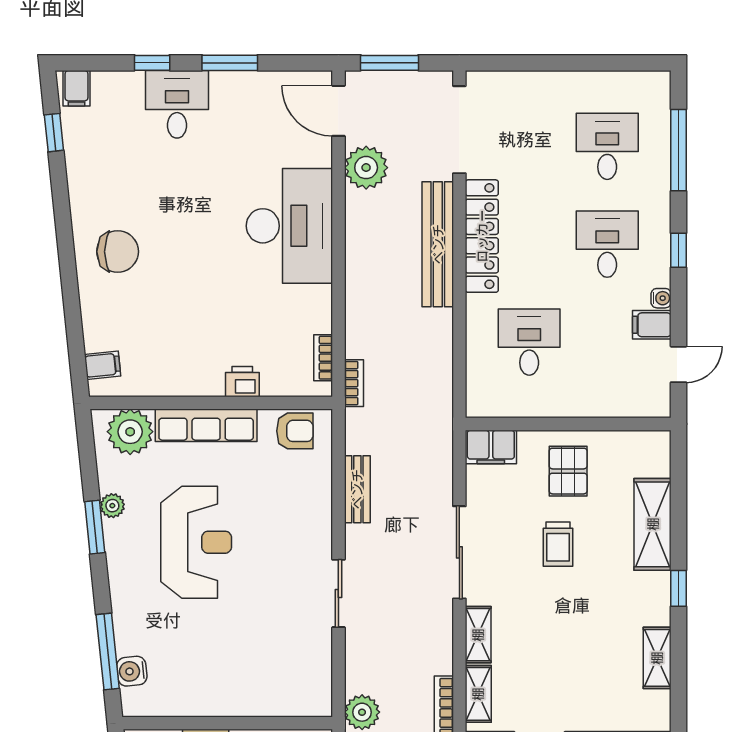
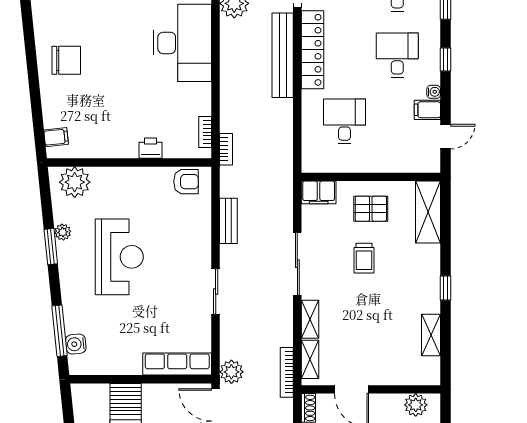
row of seats: (206, 425) -> (177, 364), moved, turned 180
pallet: (568, 471) -> (371, 209), turned 90
shelving: (653, 524) -> (428, 212), moved

